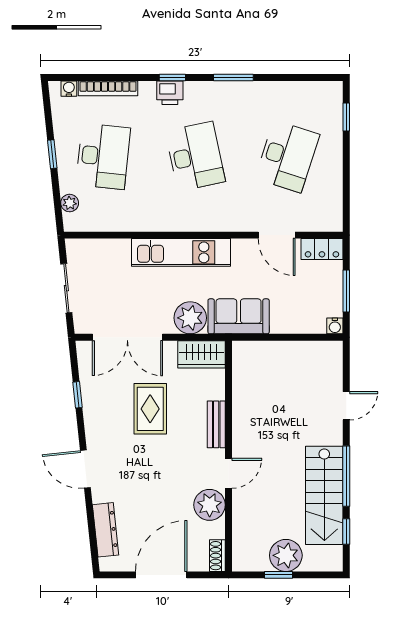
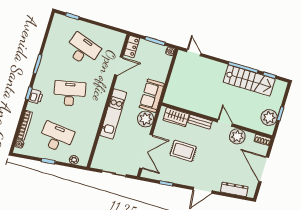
wardrobe: (201, 354) -> (176, 117), moved, turned 90
door: (346, 406) -> (194, 53), moved
plant: (286, 555) -> (269, 118), moved

